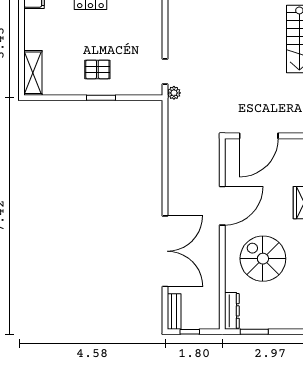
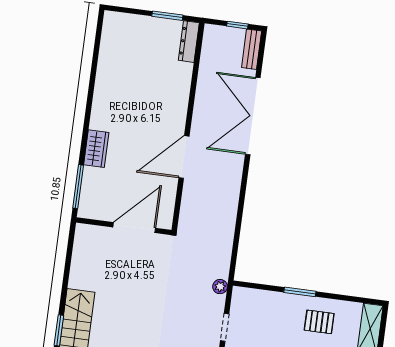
pallet: (97, 69) -> (319, 322), moved
doorway: (165, 72) -> (225, 327), moved
spiral stairs: (263, 259) -> (147, 94), removed

